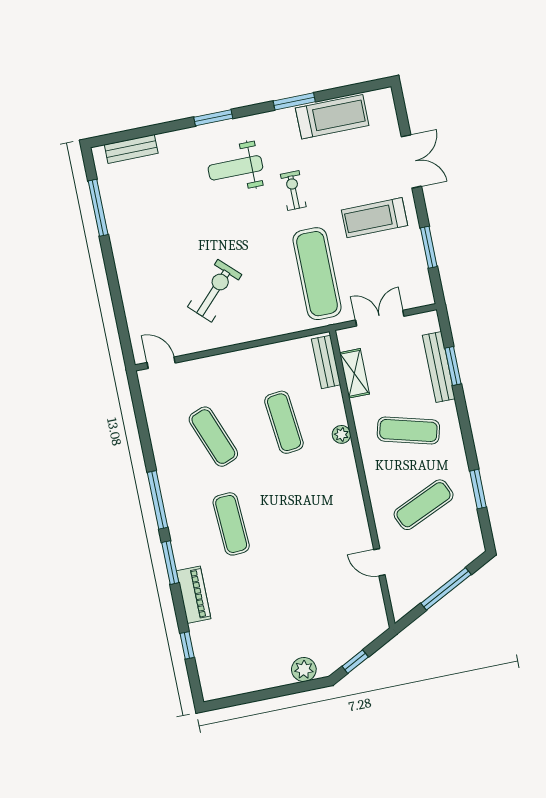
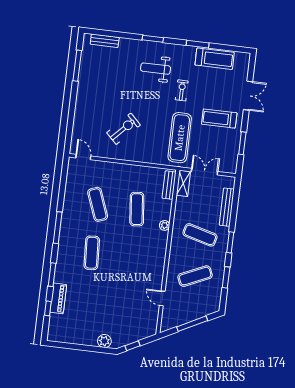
window: (453, 366) -> (230, 242), moved
shelving: (354, 373) -> (183, 183), moved
window: (170, 563) -> (52, 275), moved
piano: (194, 595) -> (58, 298), moved

